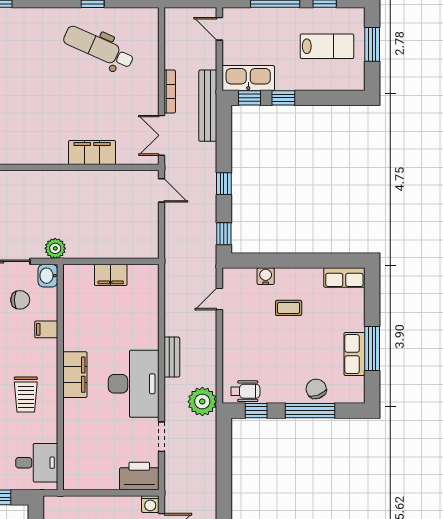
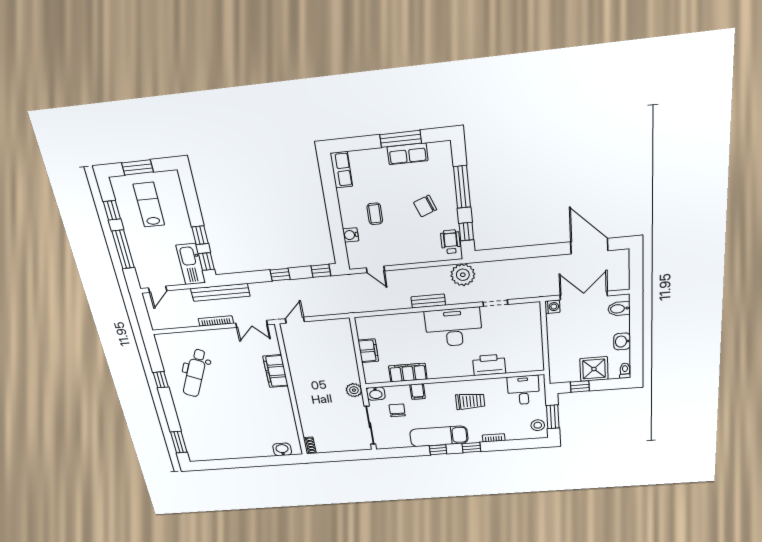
filing cabinet: (75, 375) -> (408, 373), moved
chair: (316, 389) -> (425, 206), moved
printer: (139, 476) -> (489, 365), moved, turned 90

